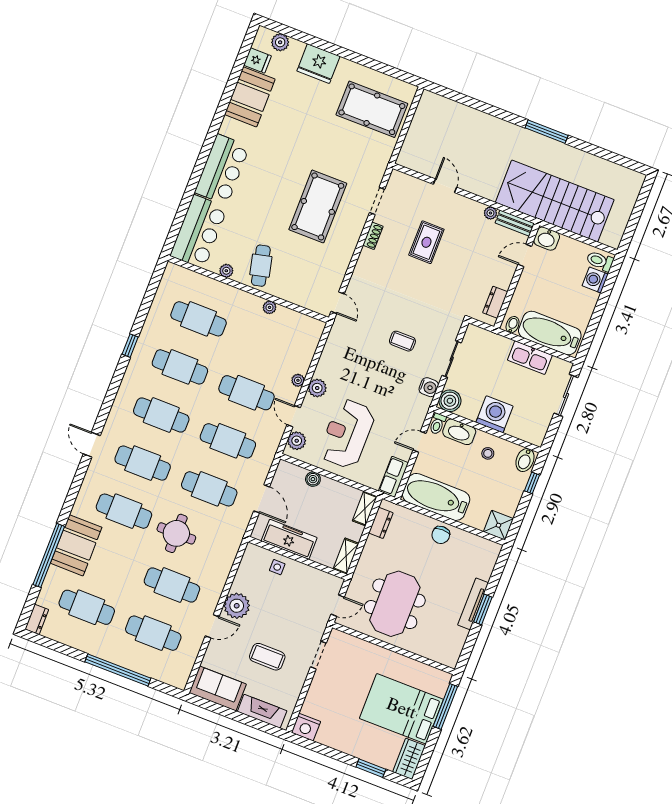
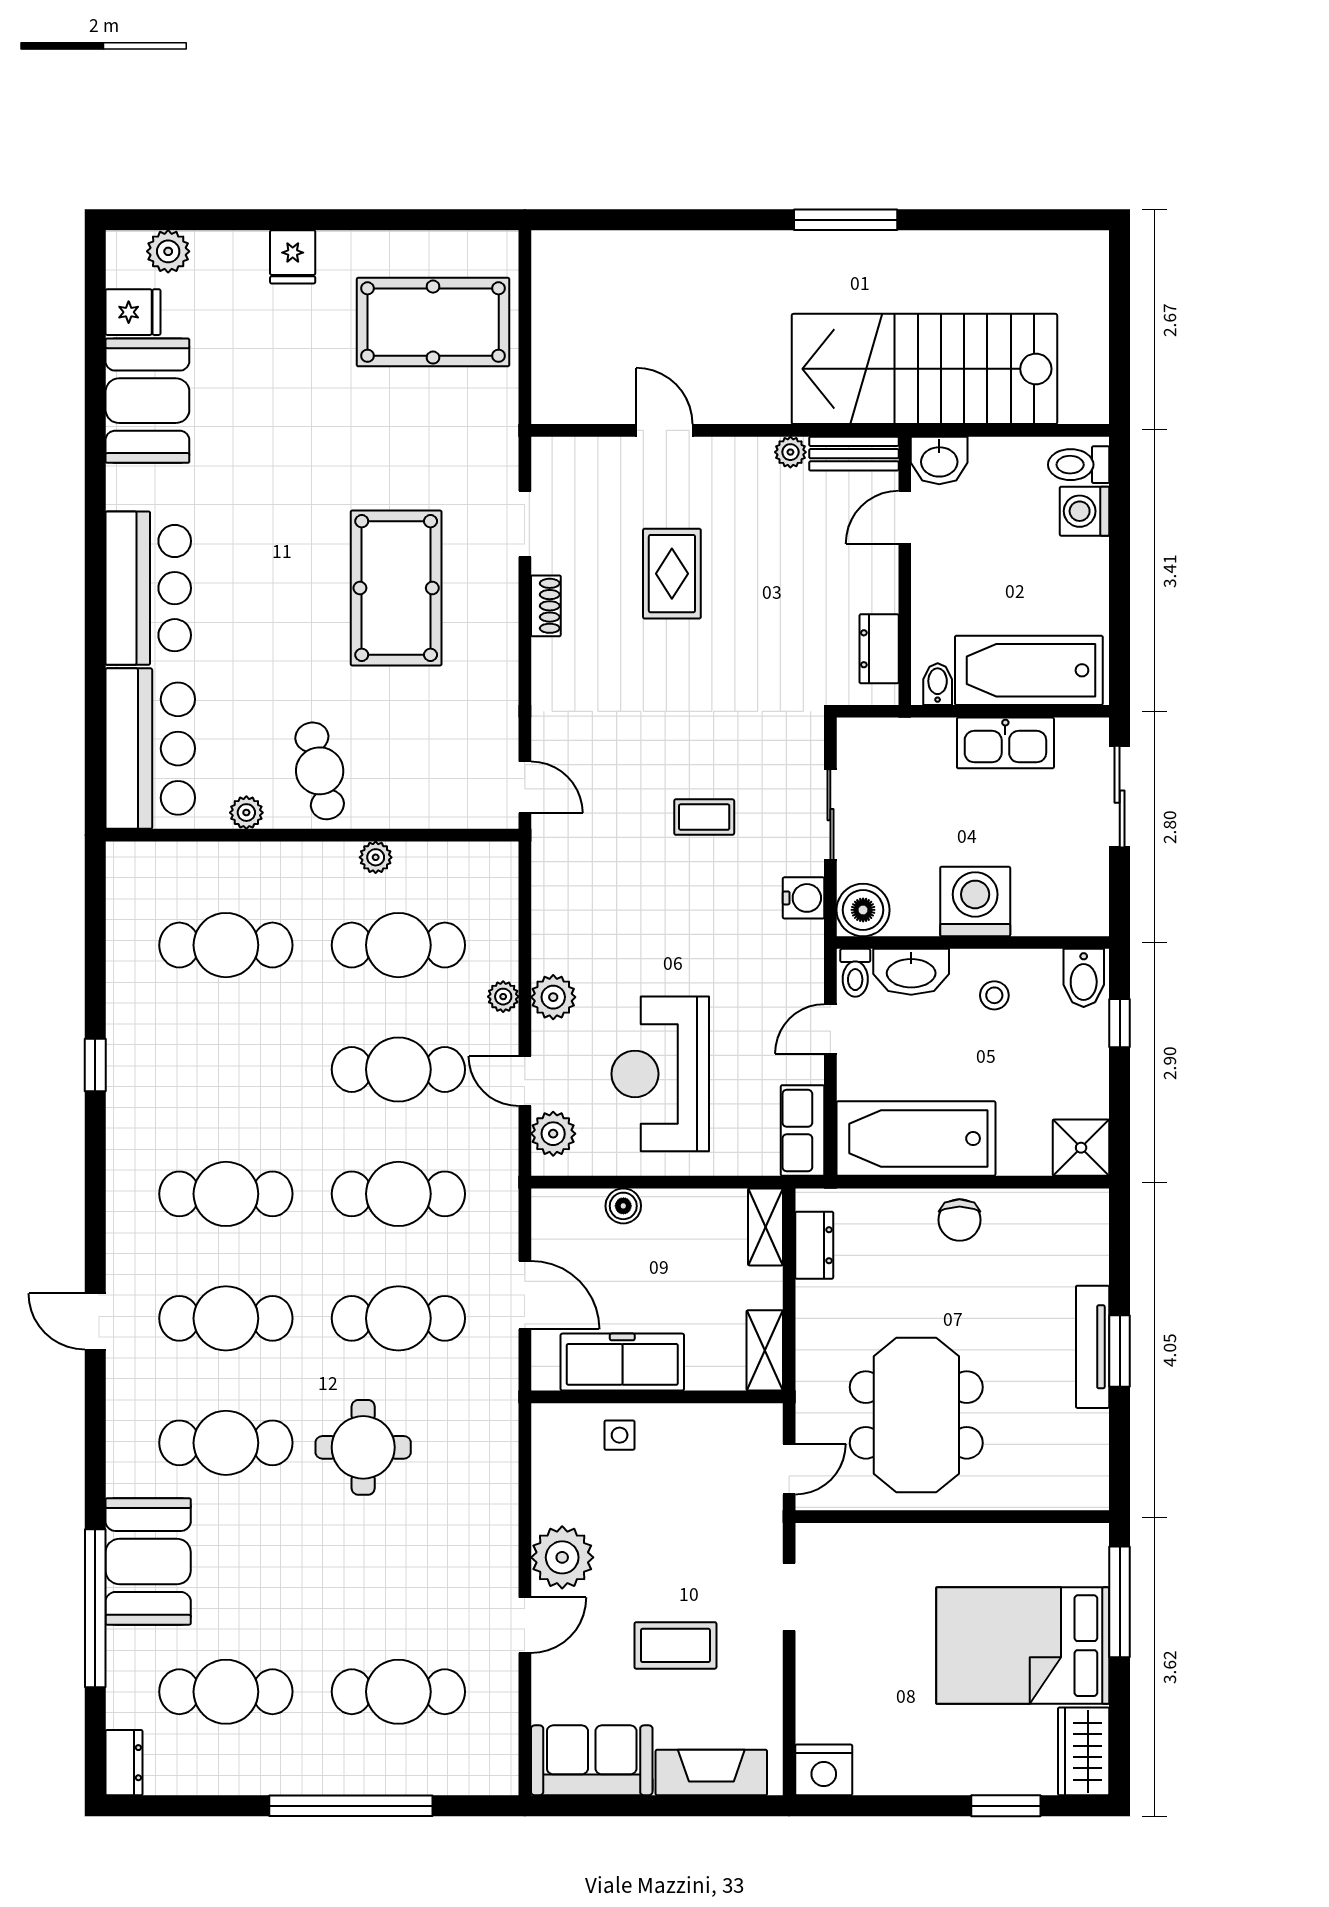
fridge: (318, 64) -> (293, 257), width x0.53, depth x0.75
cafe table: (180, 367) -> (398, 945), moved
cafe table: (172, 585) -> (398, 1567), removed

